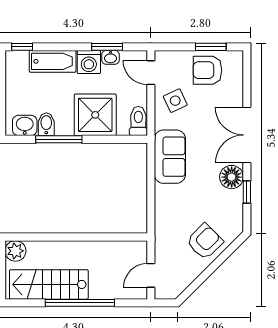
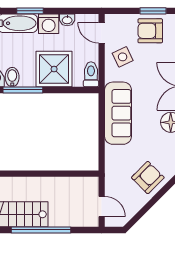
window: (107, 47) -> (30, 11), moved
sofa: (170, 157) -> (118, 113), width x1.36
door: (151, 275) -> (102, 207), swing flipped

